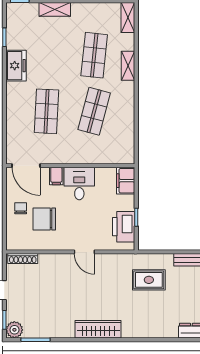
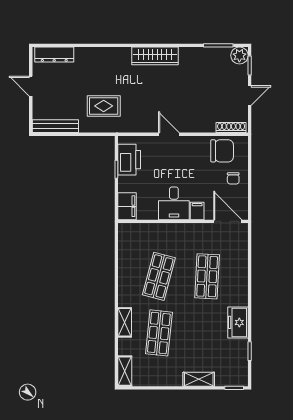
chair: (44, 219) -> (222, 151), moved

